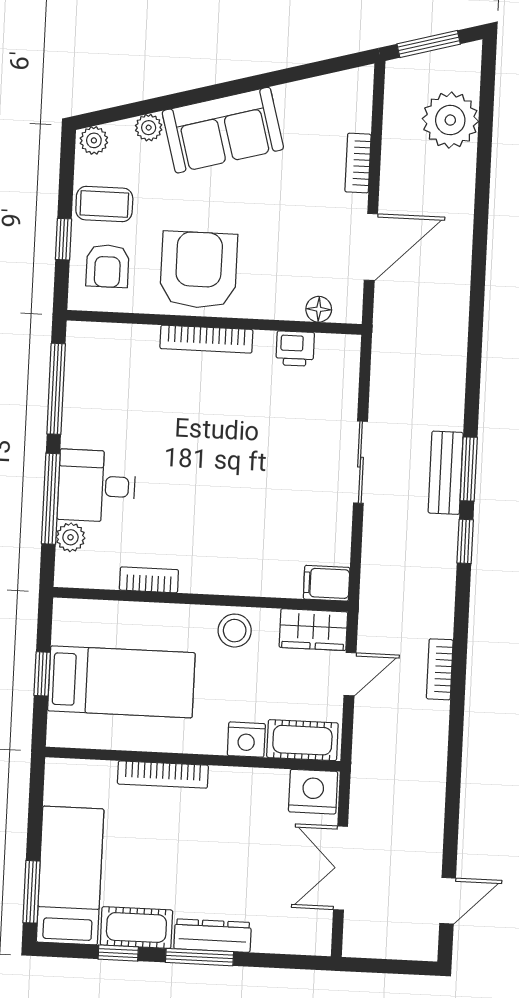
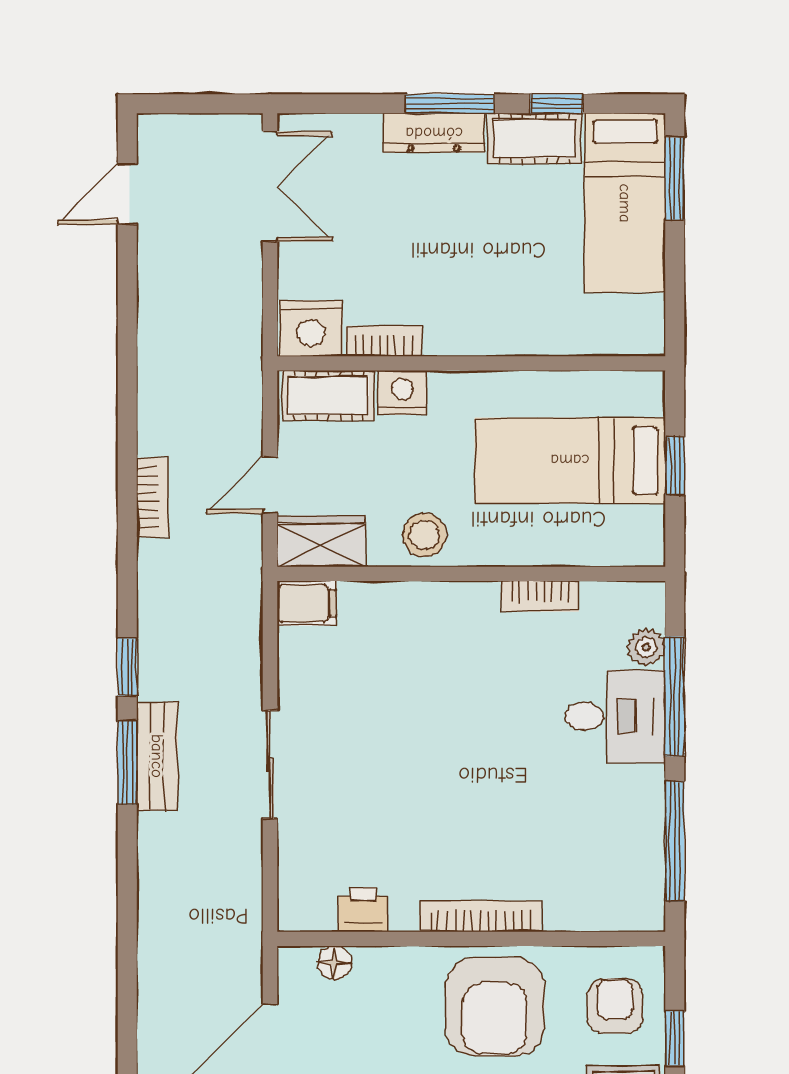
bookcase: (163, 775) -> (384, 341), moved, width x0.64
double door: (341, 868) -> (270, 186), moved

